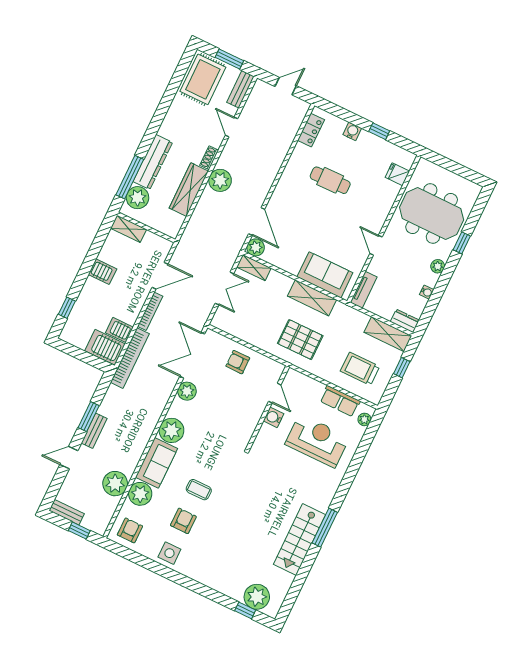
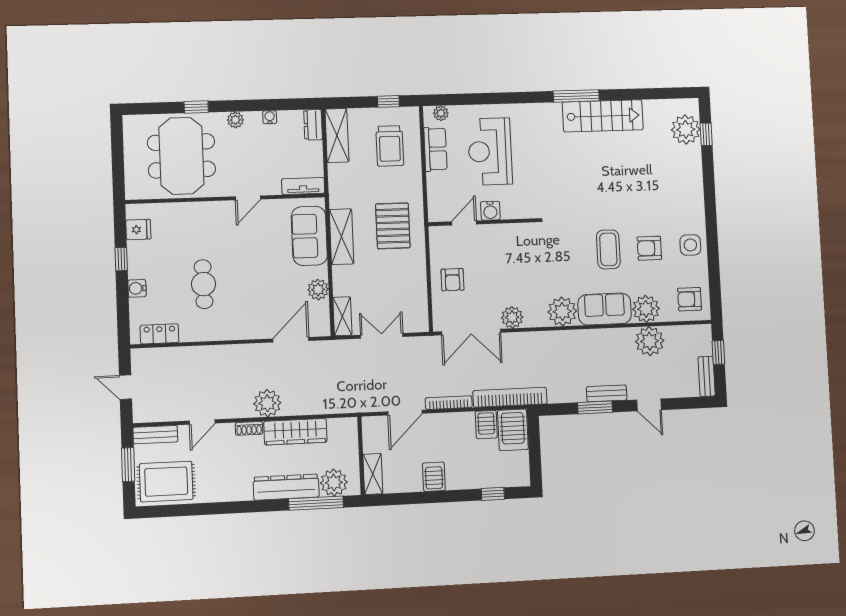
fridge: (397, 174) -> (138, 230), moved, turned -90
plant: (256, 247) -> (318, 290), moved
door: (160, 276) -> (405, 413), swing flipped
window: (402, 368) -> (388, 101), moved
coffee table: (199, 490) -> (608, 249), width x1.36, depth x1.30

